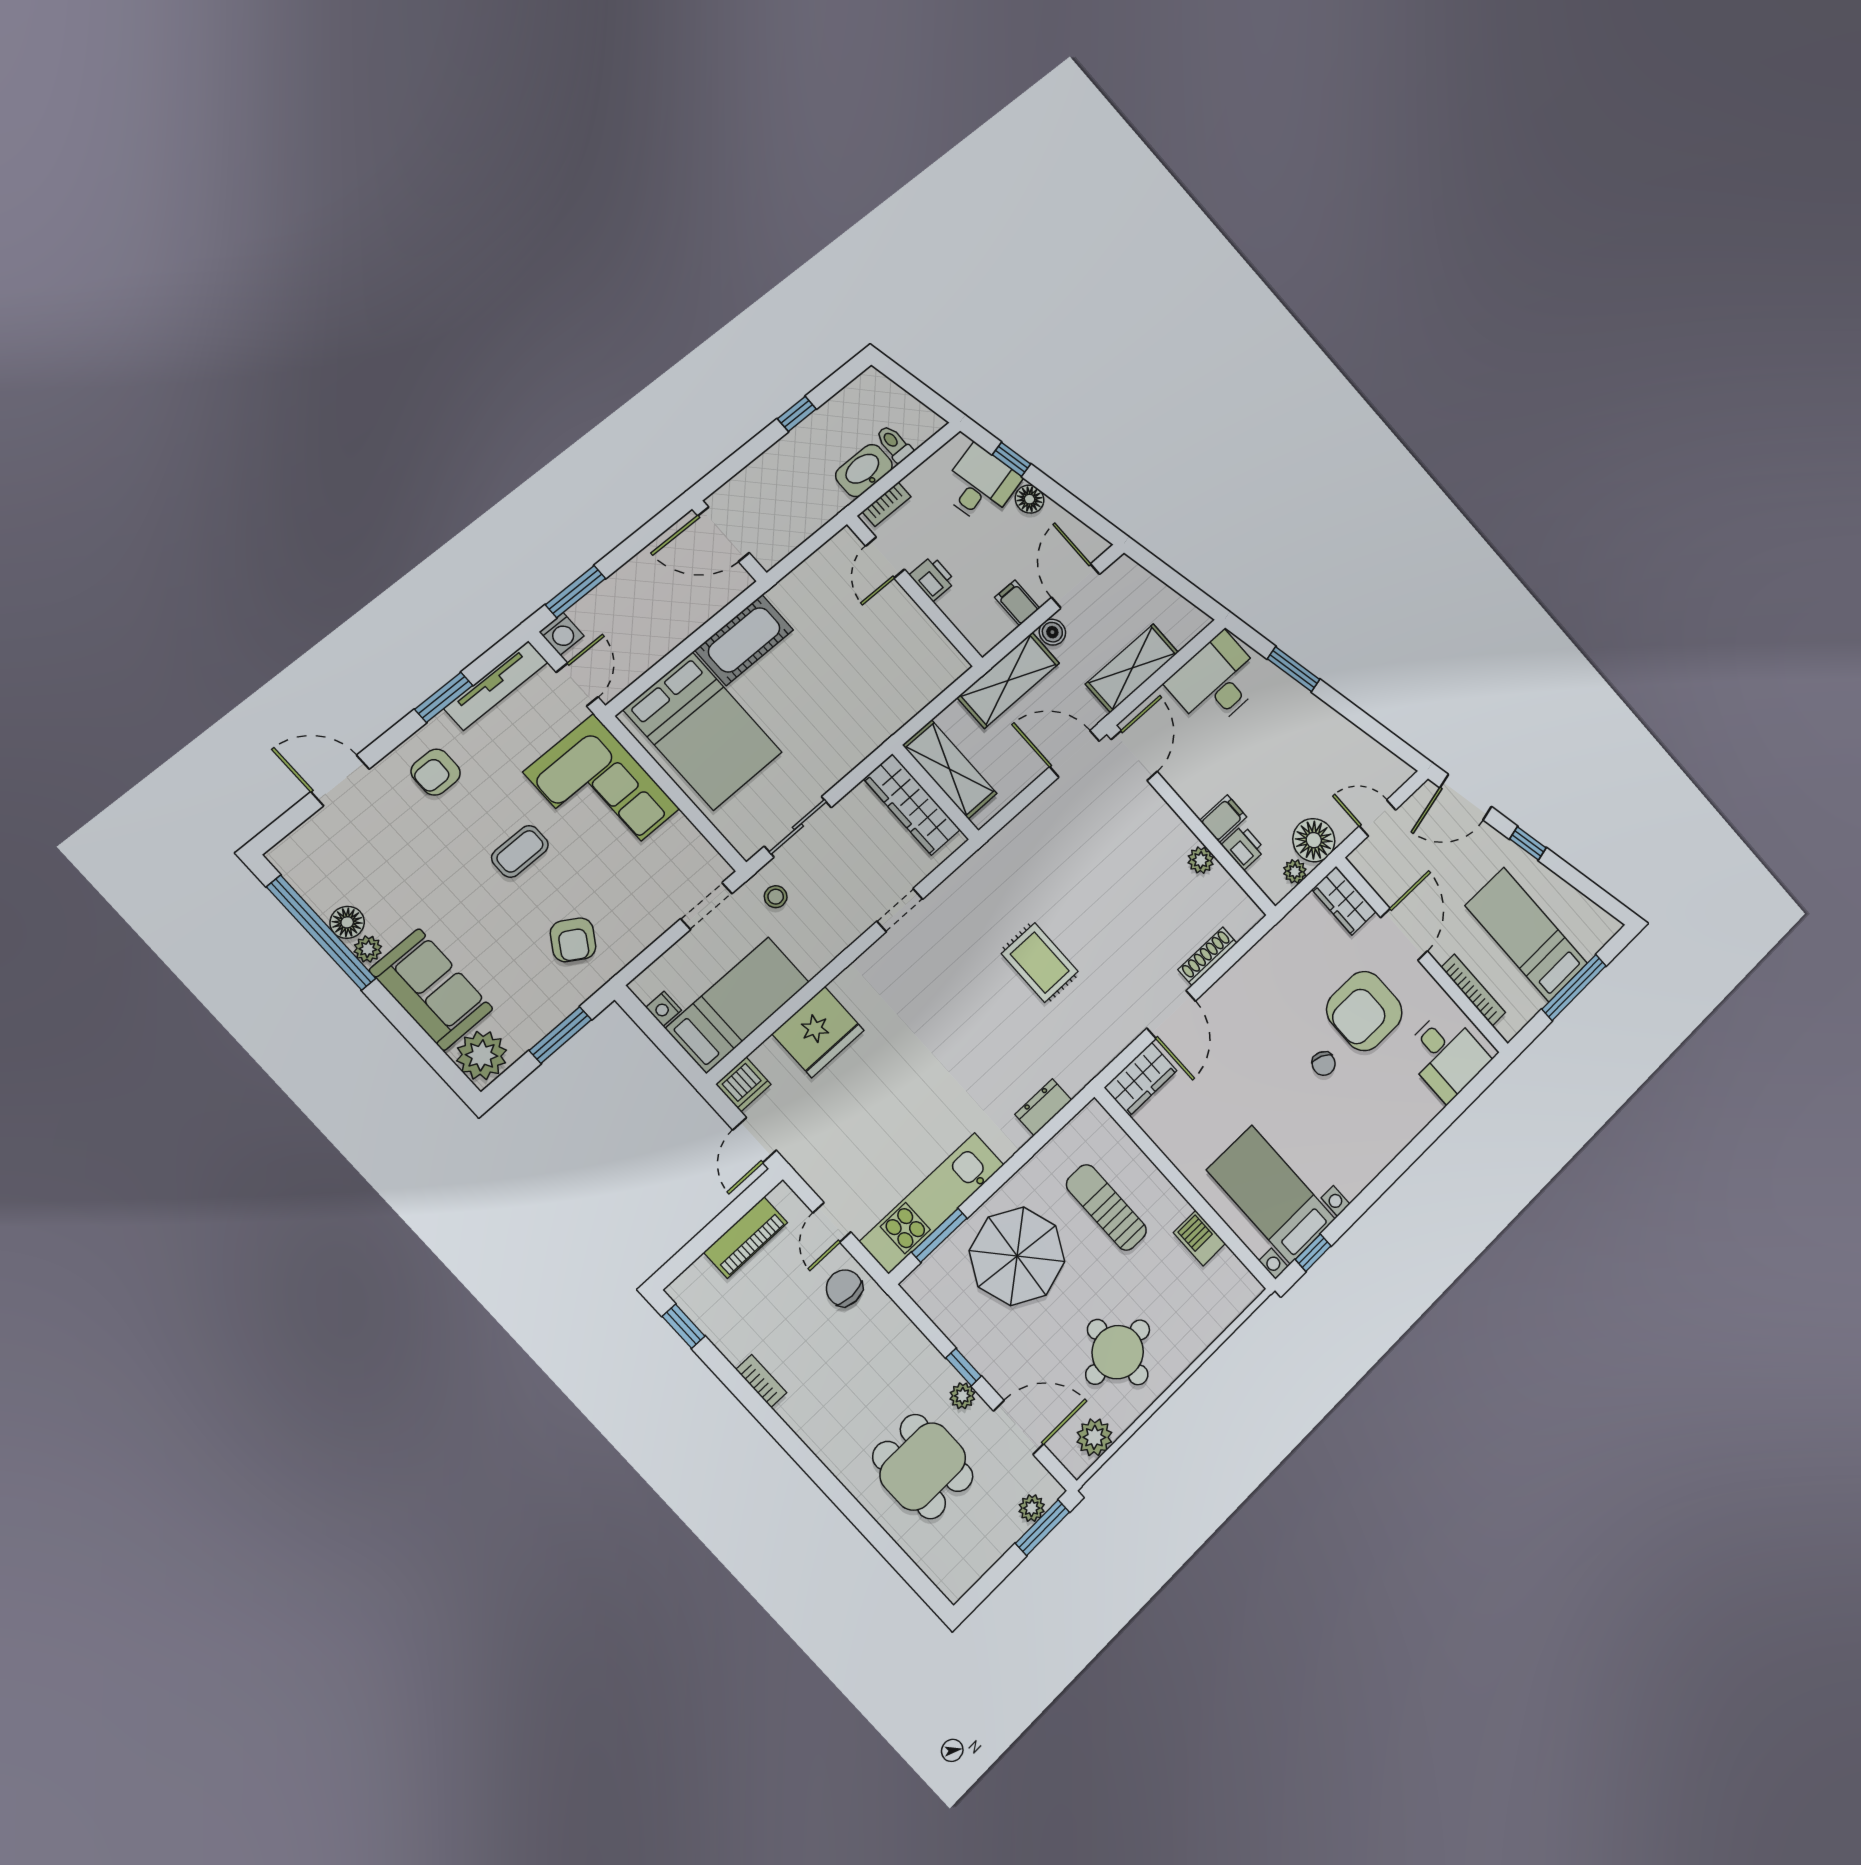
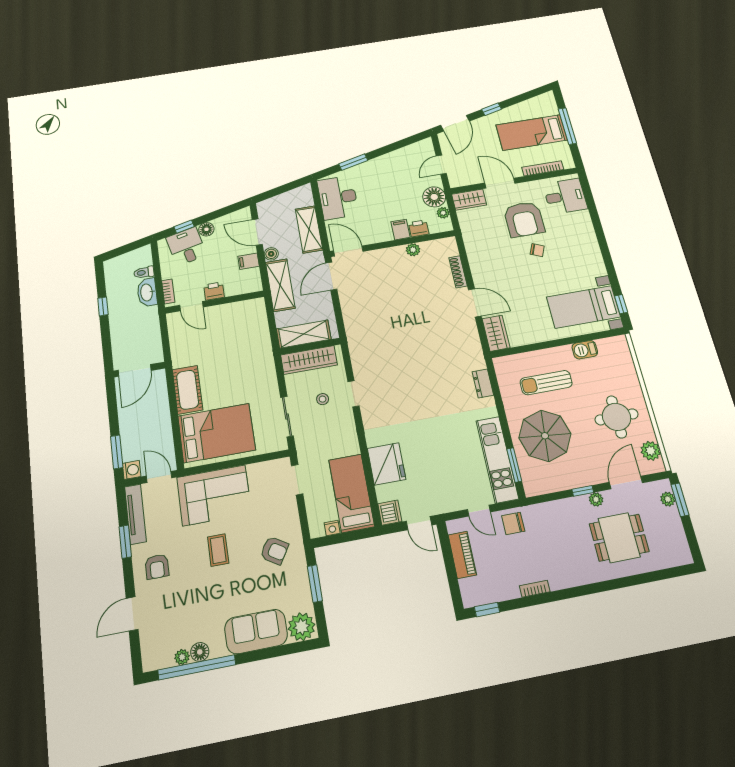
stool: (776, 897) -> (323, 399), moved
plant: (368, 949) -> (182, 657), moved
rug: (1040, 963) -> (416, 346), removed

